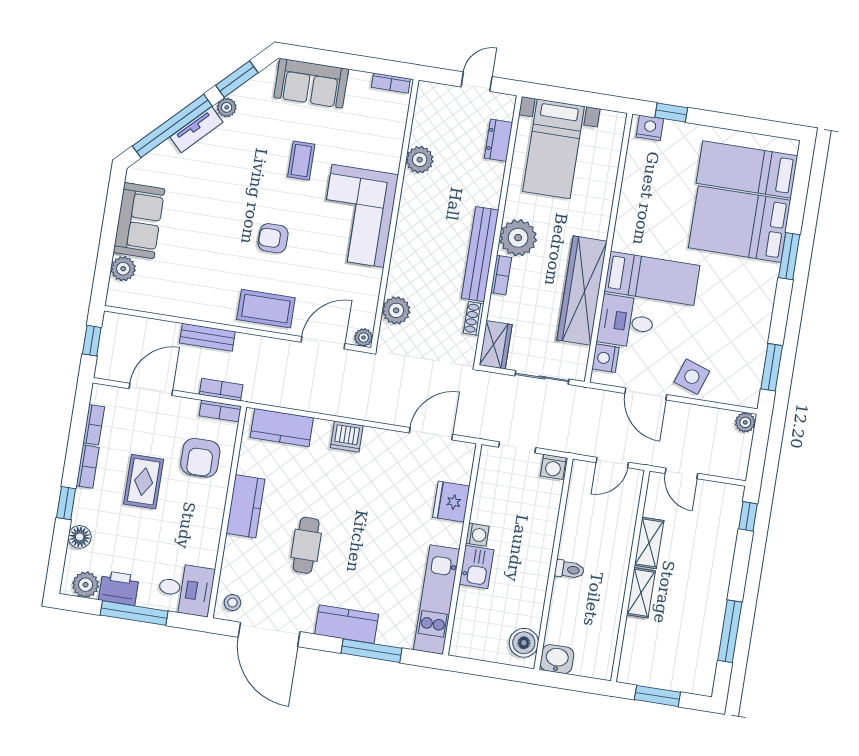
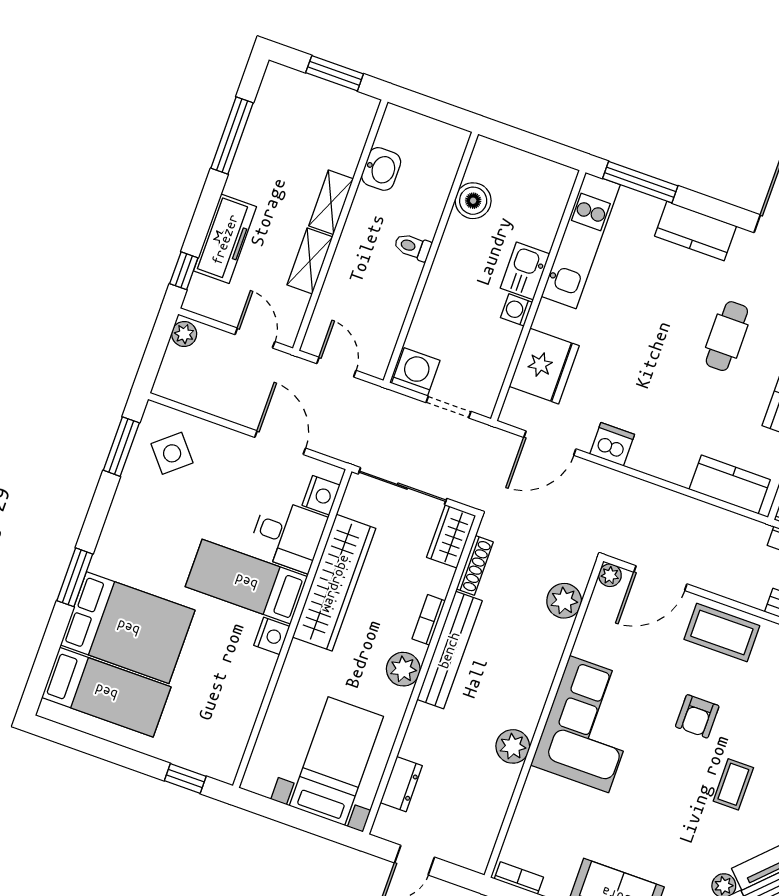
nightstand: (650, 128) -> (272, 636), moved, turned -90
plant: (420, 160) -> (513, 746), moved
coffee table: (301, 161) -> (733, 784), moved
armchair: (273, 238) -> (697, 716), turned 90
plant: (518, 238) -> (403, 669), width x0.73, depth x0.73
shoe rack: (474, 318) -> (475, 565), width x1.43
sliding door: (542, 377) -> (402, 486), width x1.37
side table: (692, 377) -> (172, 453), moved, turned 31
plant: (745, 422) -> (184, 334), moved
dishwasher: (347, 437) -> (612, 444), moved
door: (612, 462) -> (336, 367), hinge flipped
washing machine: (553, 467) -> (416, 372), width x1.38, depth x1.38
fridge: (451, 502) -> (544, 366), width x1.36, depth x1.34
freezer: (720, 548) -> (225, 239), added
boiler: (524, 643) -> (473, 201), moved
window: (372, 651) -> (640, 182), moved
washbasin: (557, 659) -> (381, 169), moved, turned -90

